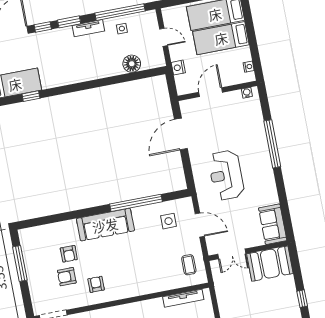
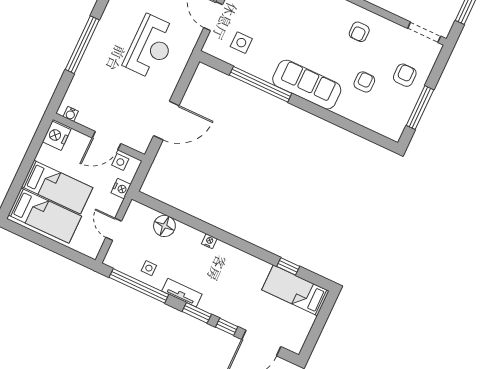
nightstand: (249, 67) -> (57, 136), width x1.89, depth x1.79
nightstand: (95, 75) -> (209, 241), added
side table: (191, 85) -> (120, 162), added
armchair: (67, 277) -> (405, 75), moved, turned -90

